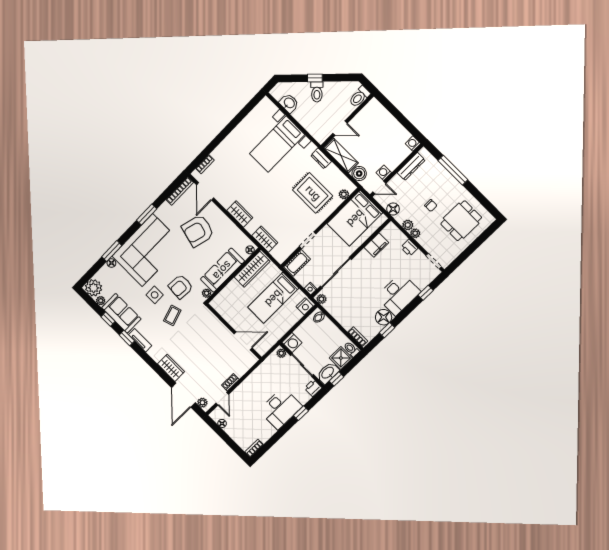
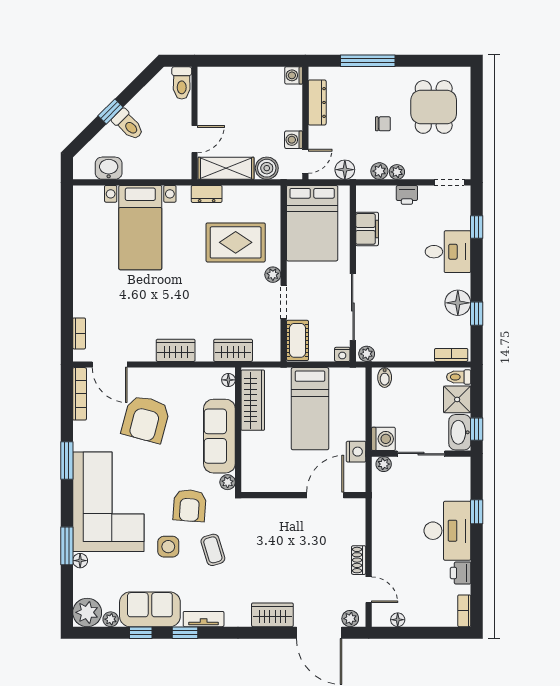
plant: (344, 194) -> (273, 275), moved
desk: (398, 294) -> (448, 252), width x0.73
nightstand: (305, 306) -> (356, 452), moved
printer: (313, 388) -> (461, 573), moved

